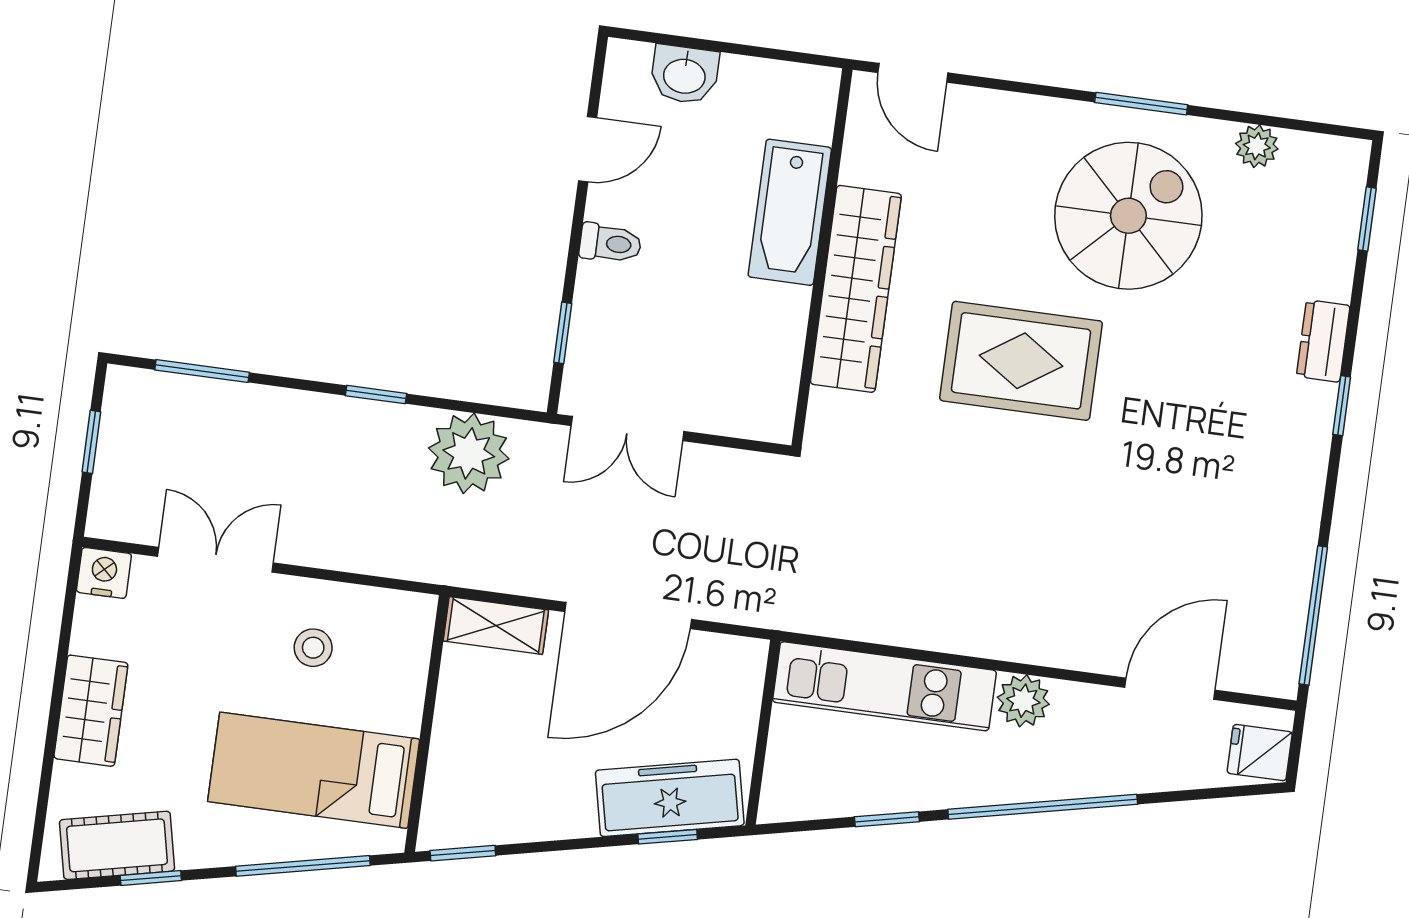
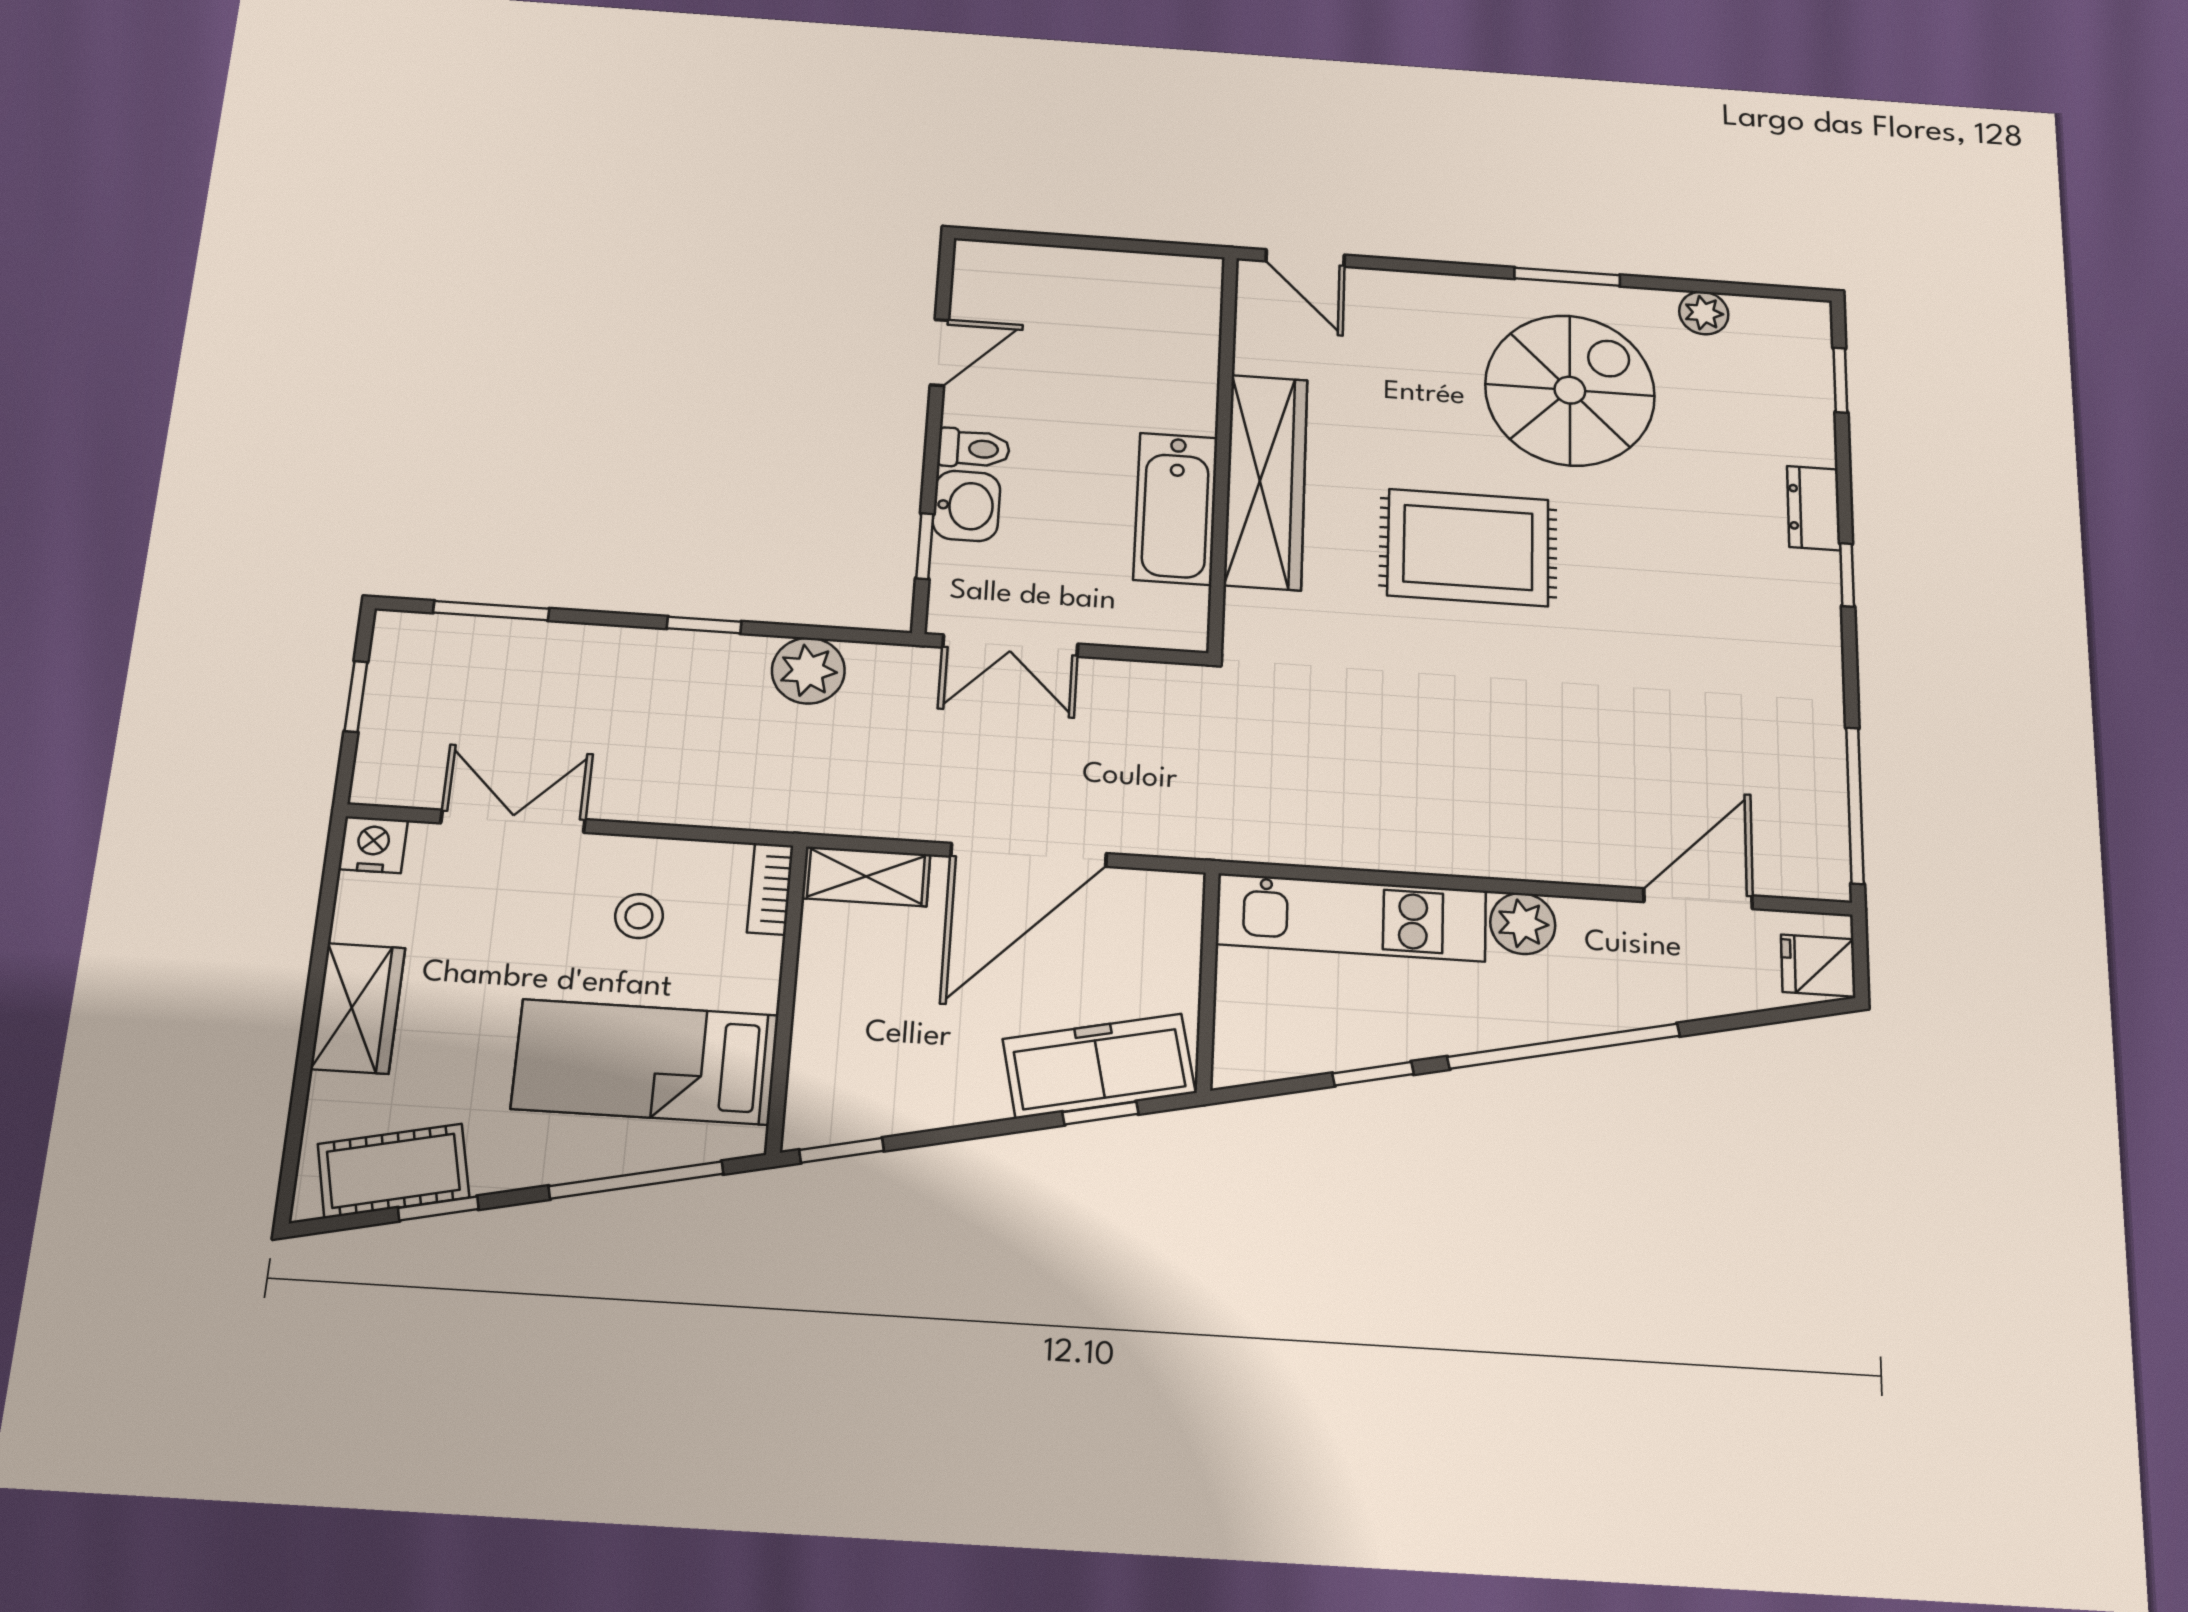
washbasin: (685, 75) -> (966, 506), moved, turned -90
bathtub: (790, 212) -> (1176, 508), moved
plant: (469, 453) -> (808, 671), width x0.73, depth x0.73
bookcase: (419, 631) -> (770, 889), added

